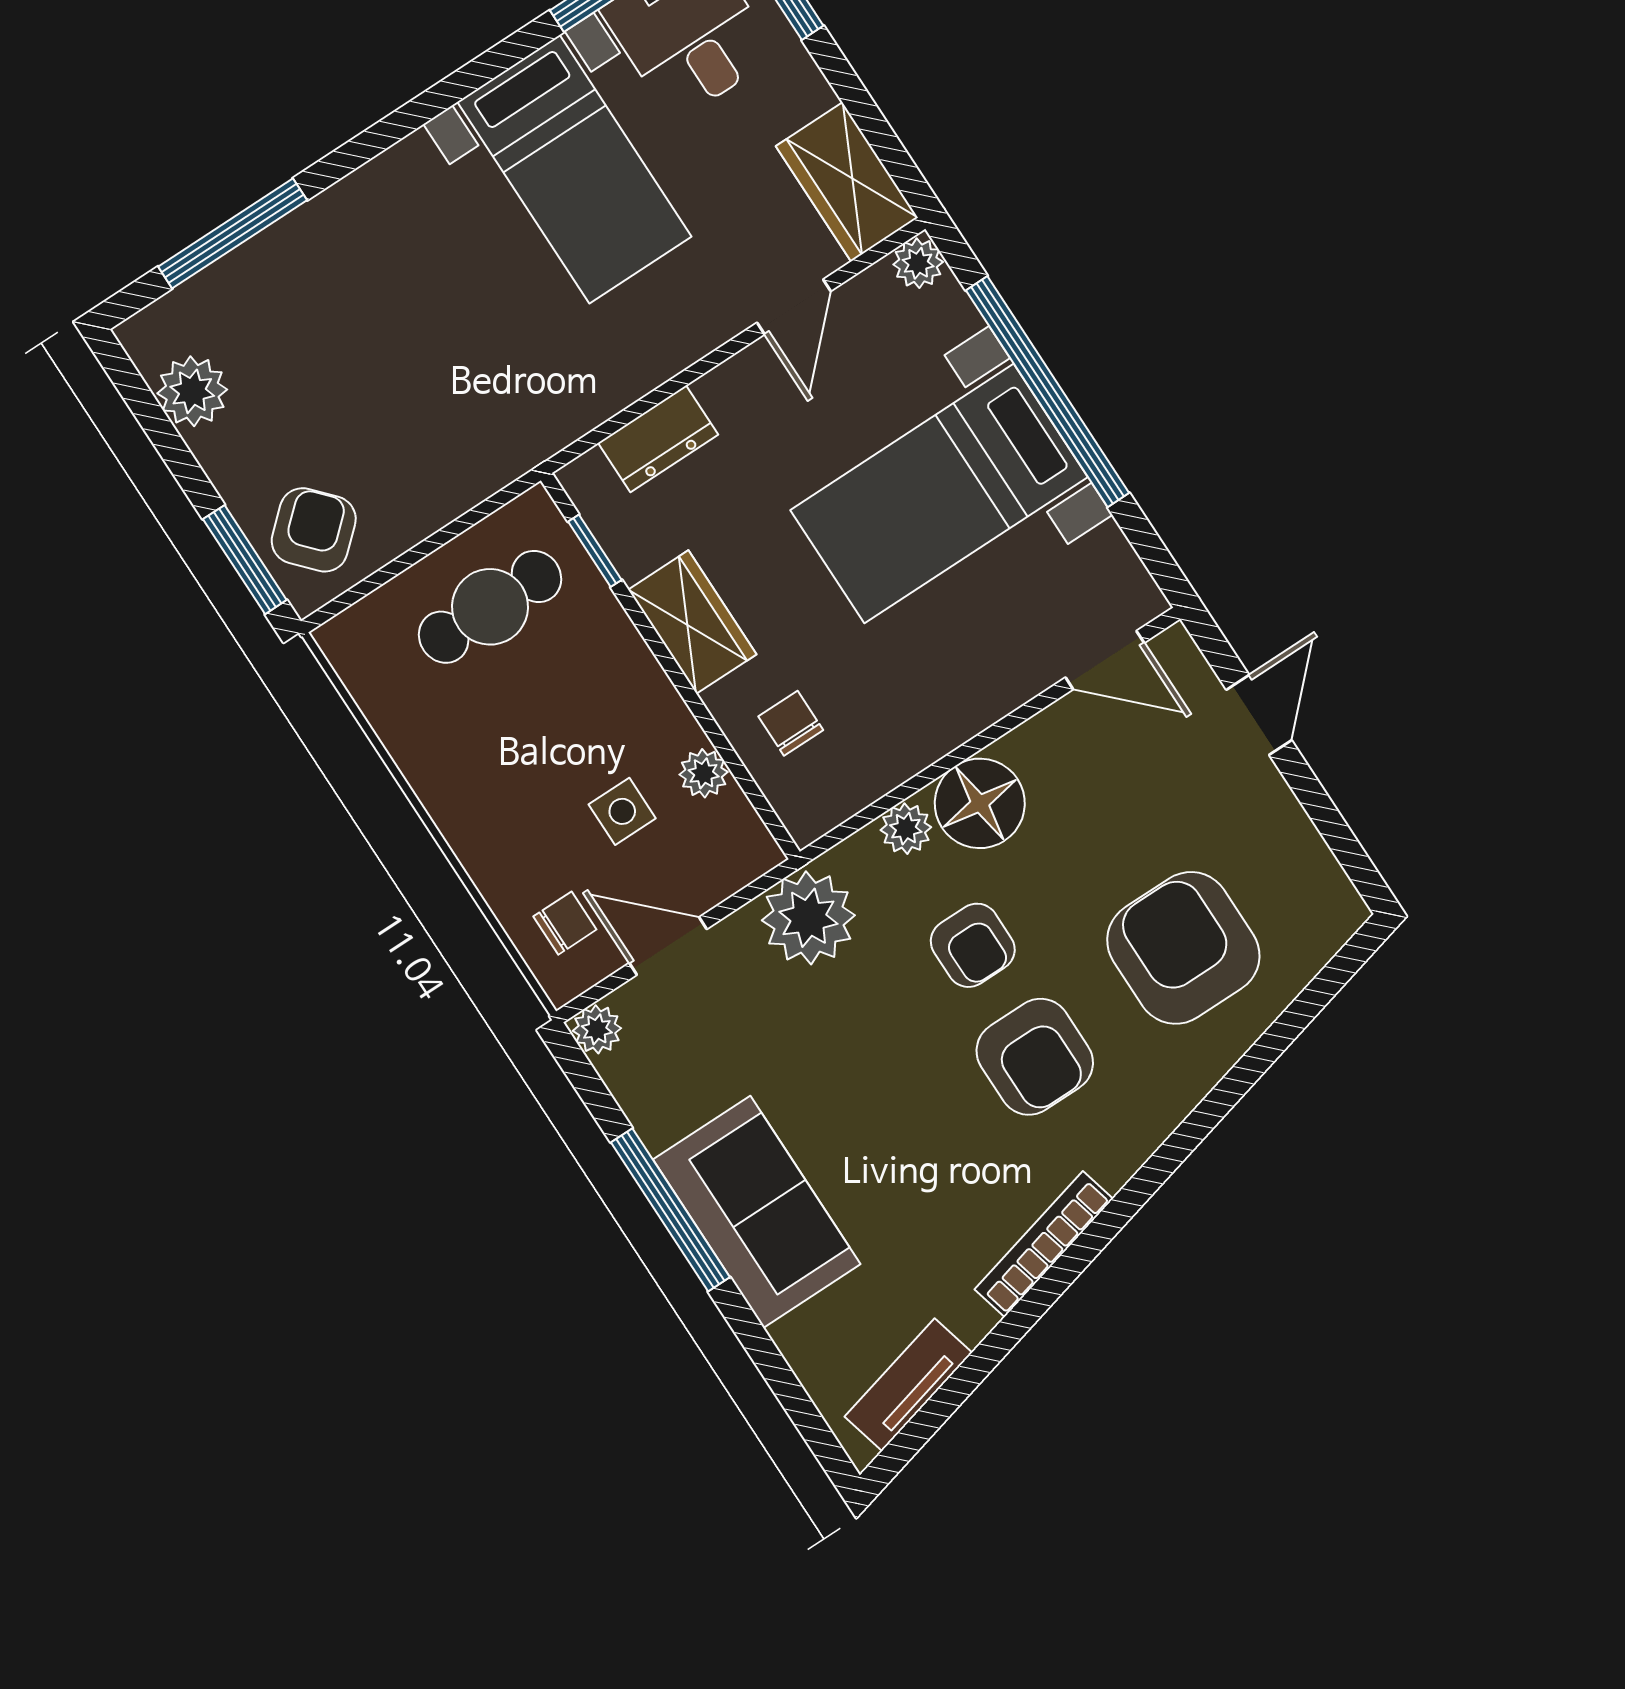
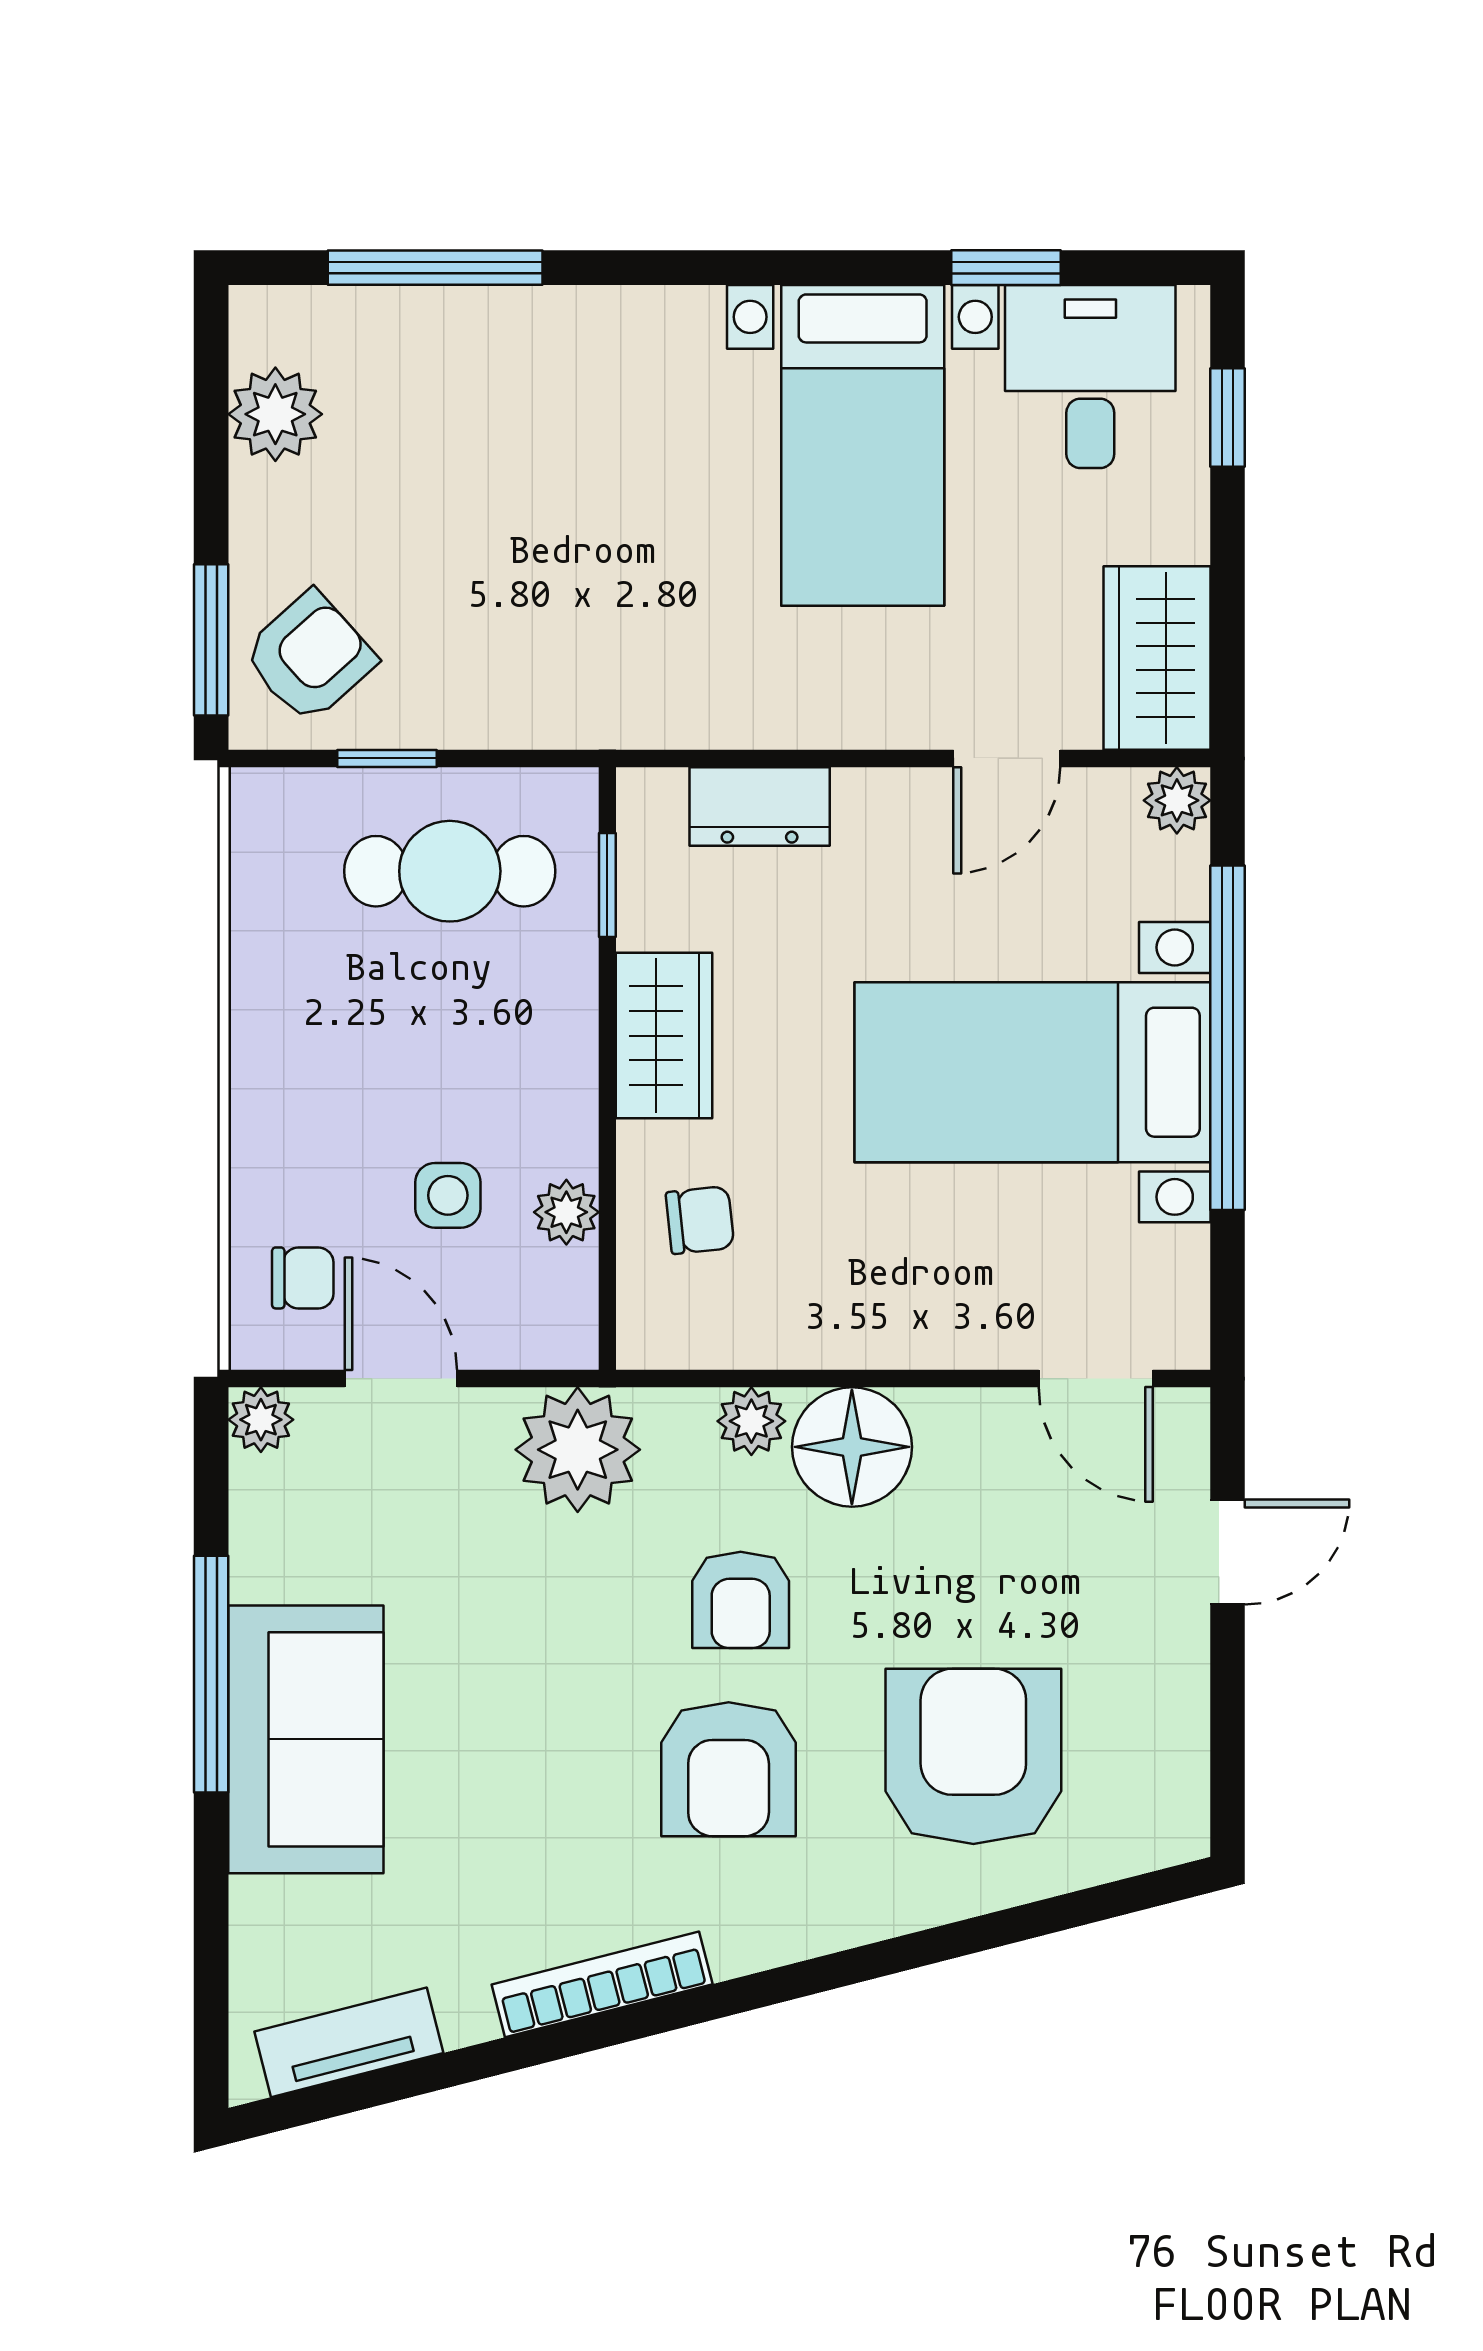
window: (404, 562) -> (387, 758), added
chair: (791, 723) -> (700, 1220), turned 84

